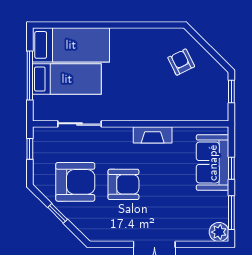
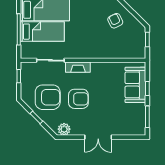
fireplace: (153, 135) -> (78, 67), moved
plant: (219, 232) -> (64, 129), moved

